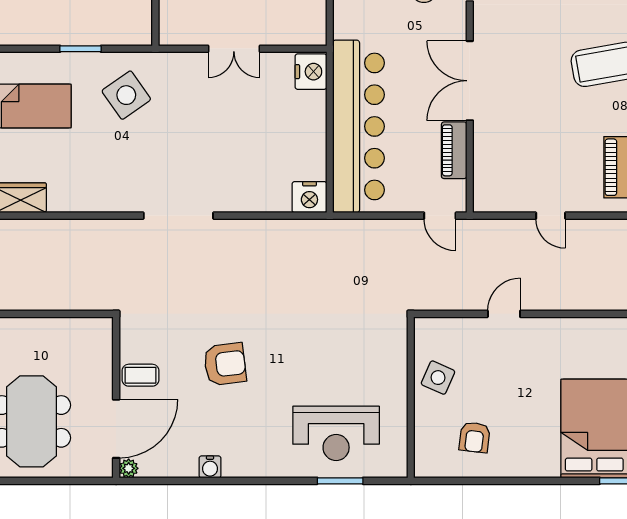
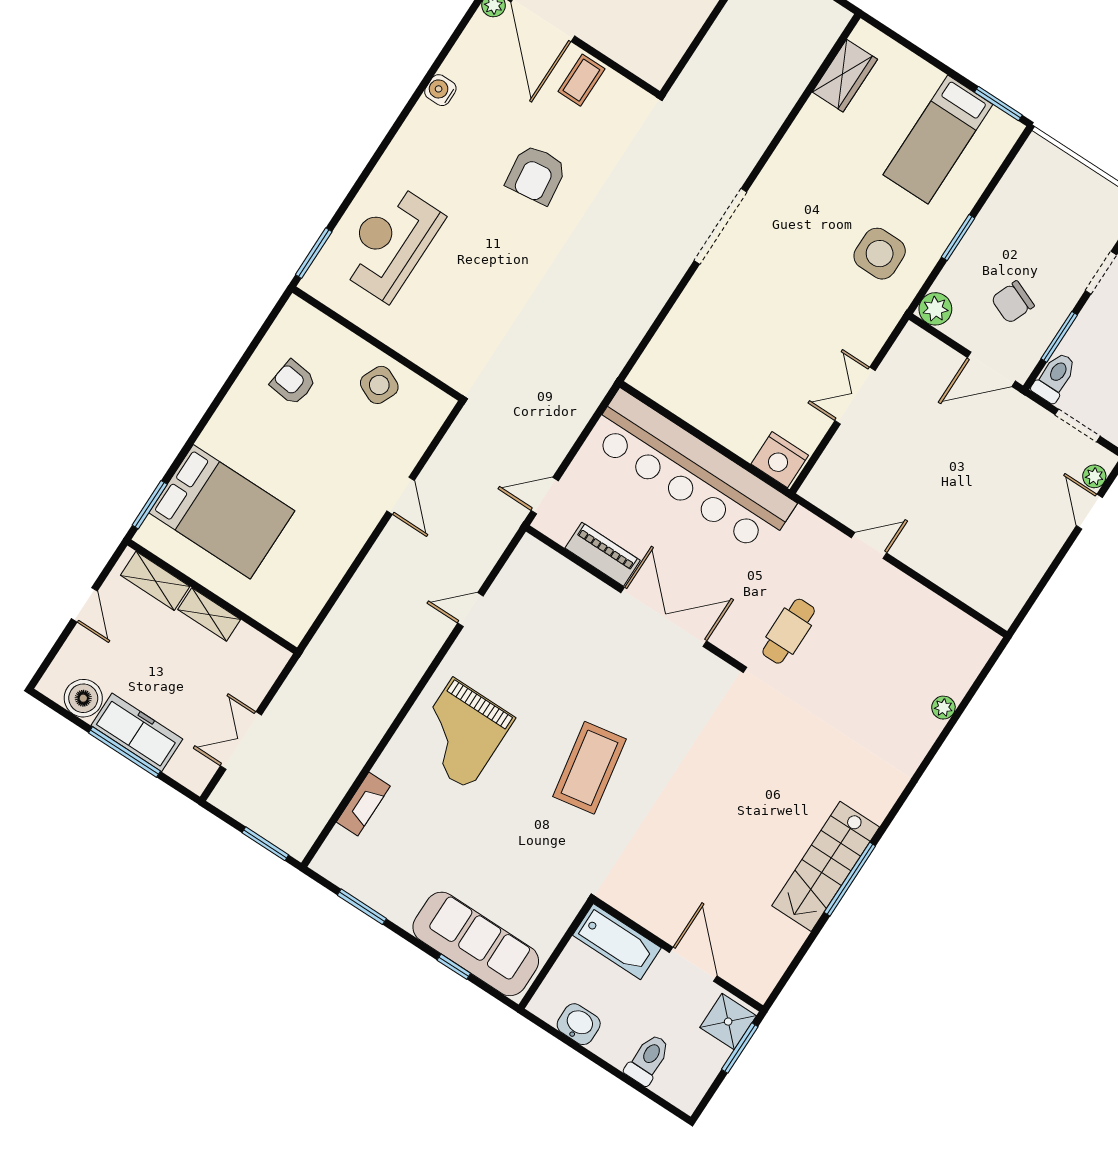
plant: (139, 32) -> (935, 309), added
side table: (126, 95) -> (880, 254), turned 35
nightstand: (309, 197) -> (651, 374), removed
window: (340, 481) -> (314, 253), moved

